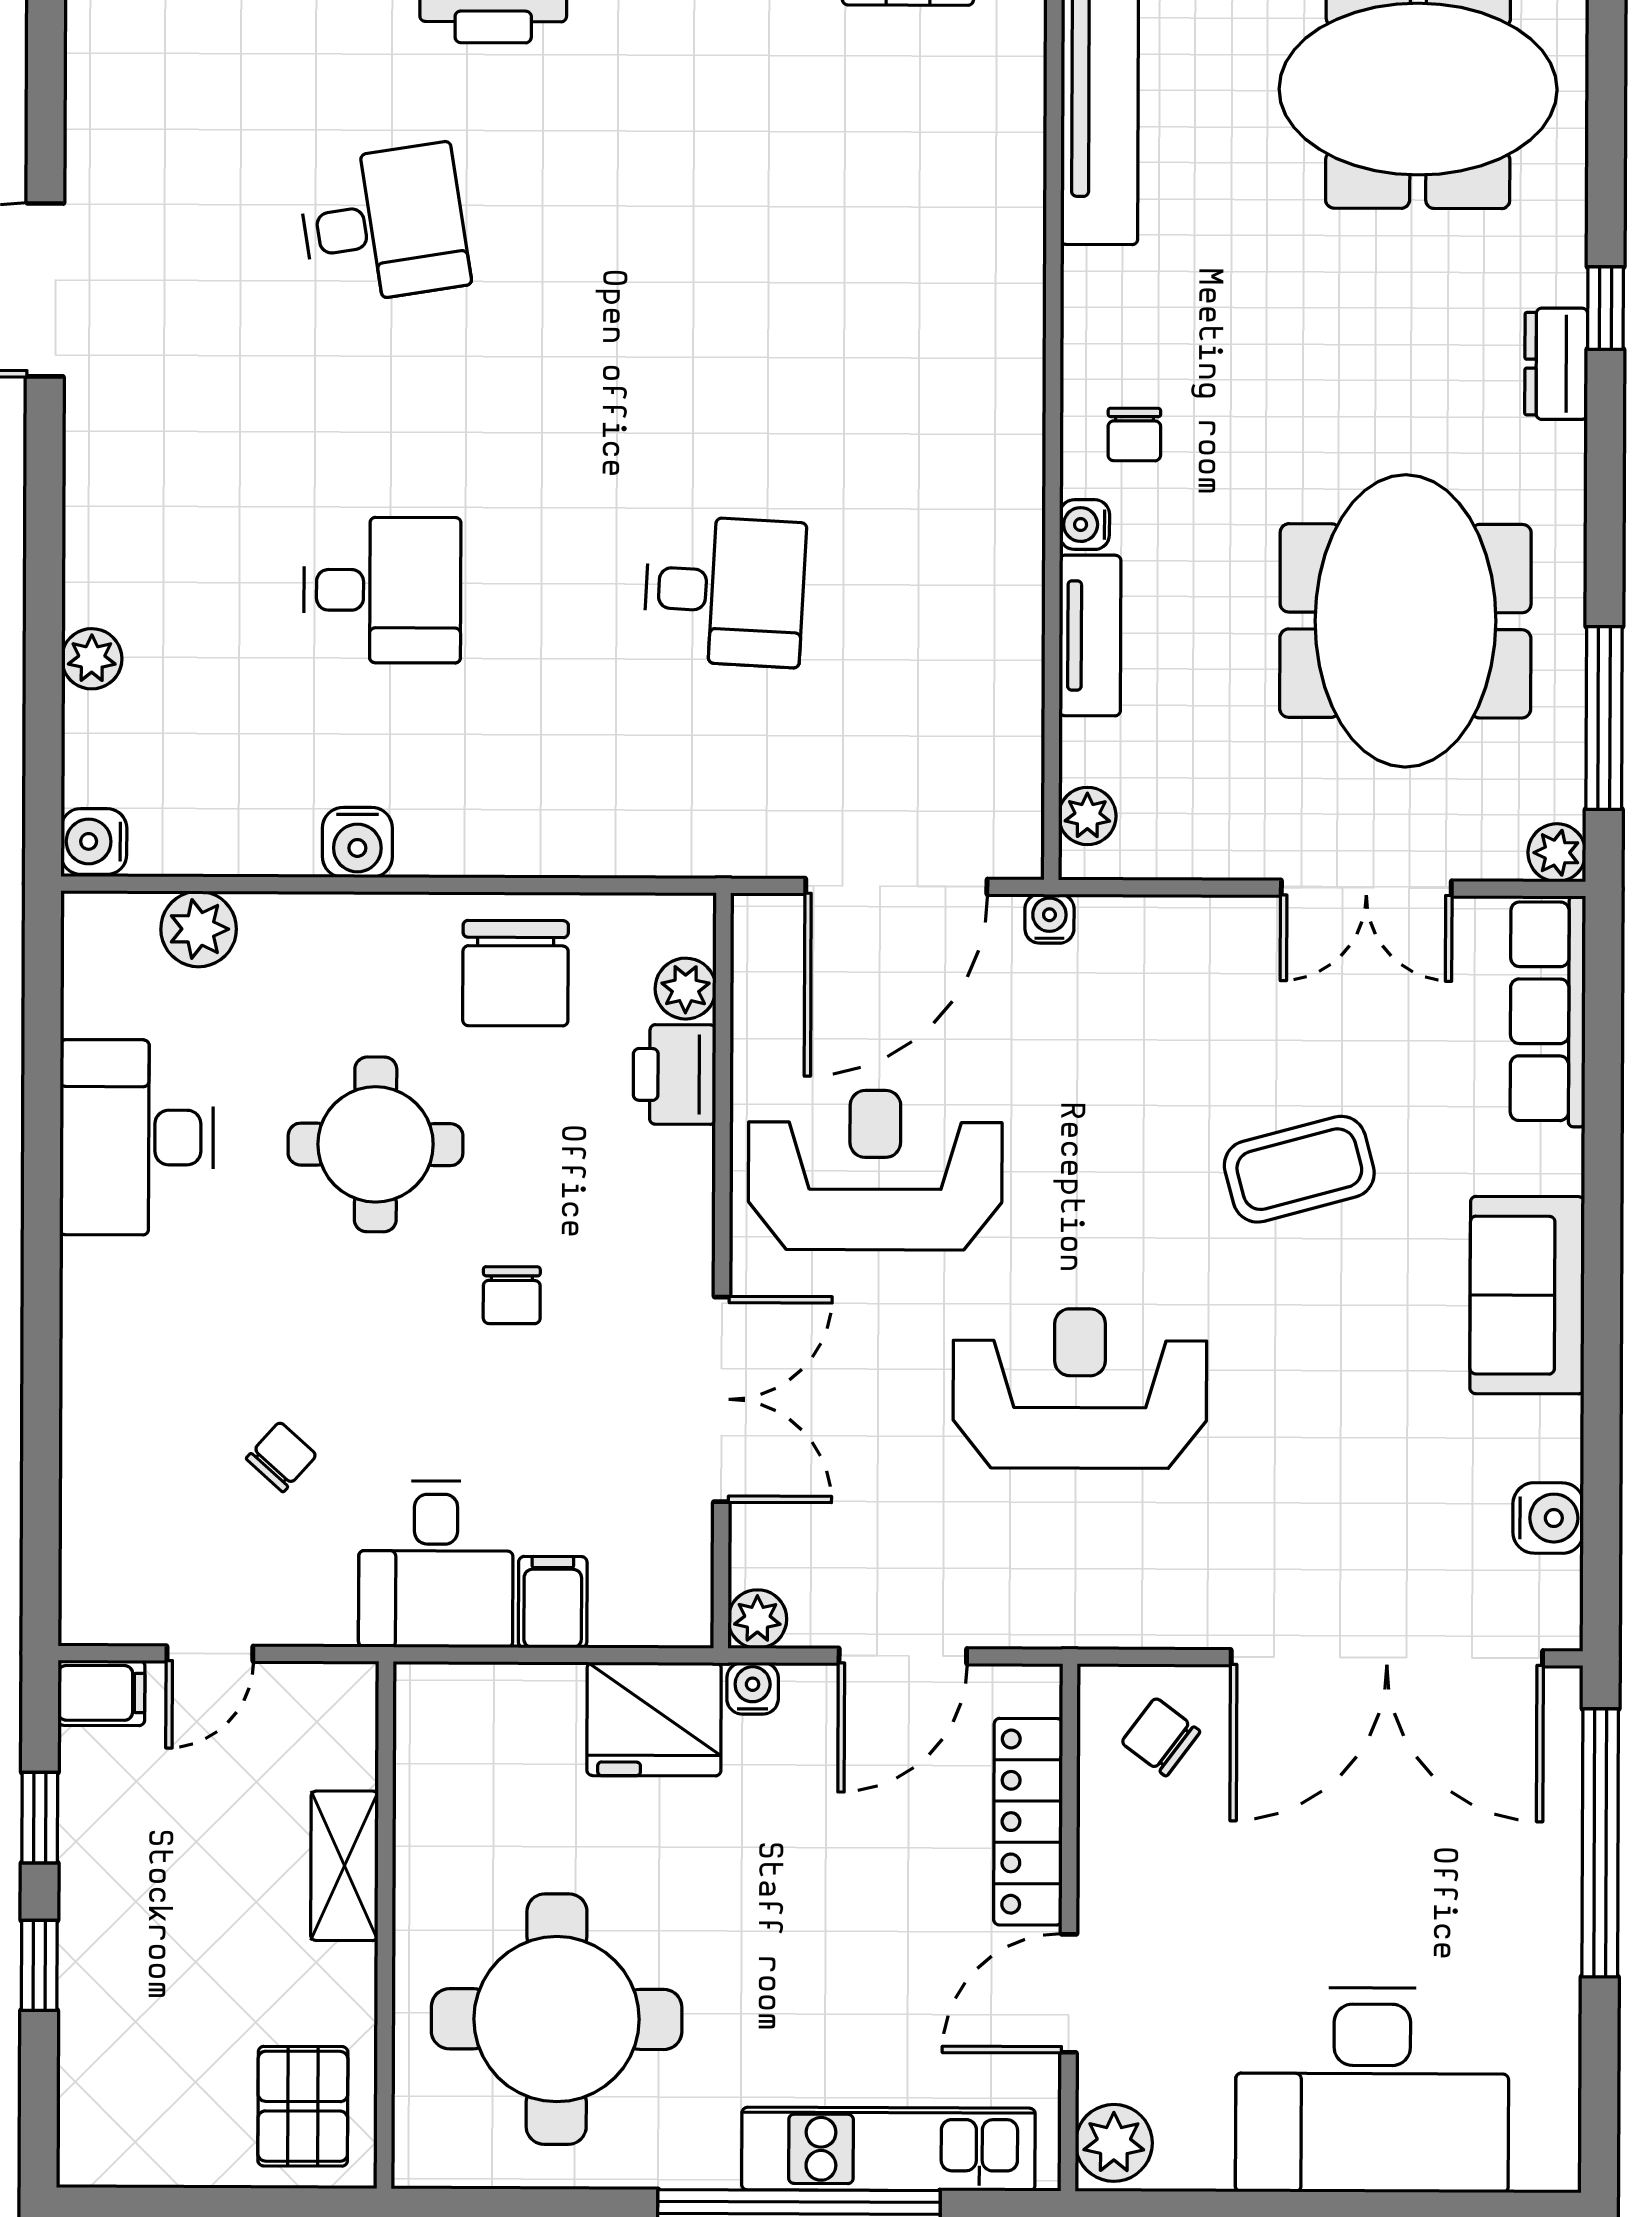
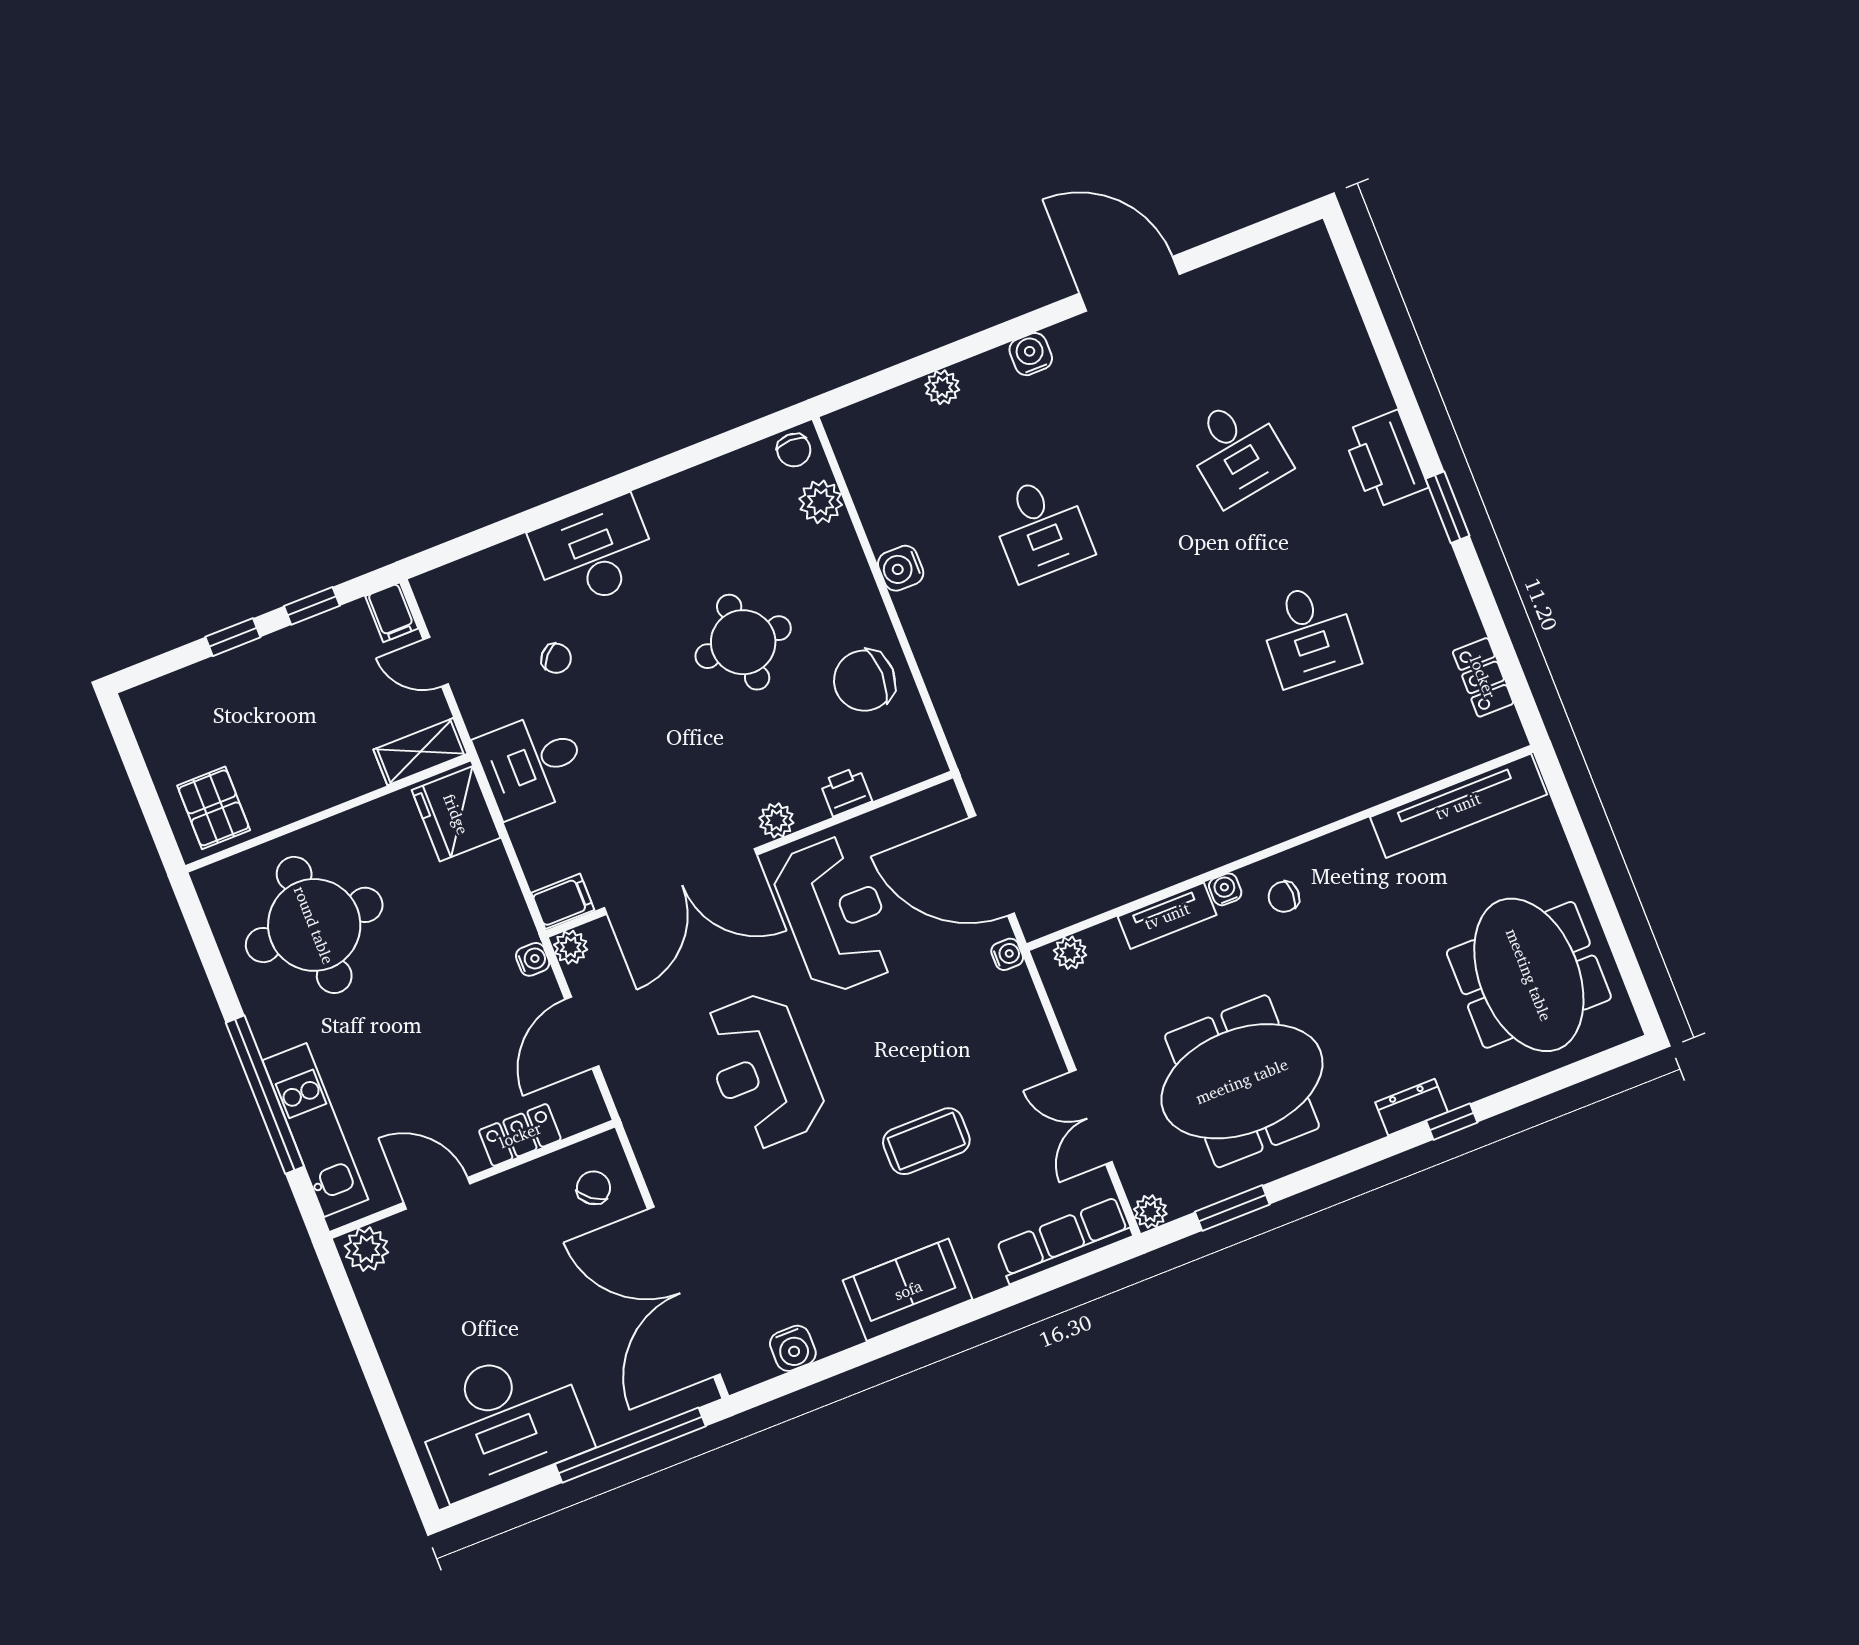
desk: (725, 591) -> (1309, 634), moved
window: (1604, 718) -> (1232, 1208), width x0.69
water cooler: (94, 841) -> (1031, 354), moved
plant: (686, 989) -> (776, 820), moved
printer: (675, 1074) -> (846, 791), width x0.73, depth x0.81
desk: (137, 1137) -> (594, 553), moved
coffee table: (1299, 1169) -> (926, 1141), turned -75
chair: (512, 1295) -> (794, 450), moved, turned -90
reception desk: (1080, 1388) -> (762, 1070), turned 180
double door: (722, 1399) -> (681, 881), width x1.36
filing cabinet: (553, 1602) -> (563, 901), moved
door: (903, 1656) -> (582, 1033), hinge flipped
fridge: (654, 1719) -> (456, 814), moved
locker: (1028, 1822) -> (520, 1135), width x0.66
shelving: (344, 1866) -> (420, 752), moved
desk: (1372, 2090) -> (502, 1422), moved, turned -90
pallet: (303, 2106) -> (214, 808), turned 90

